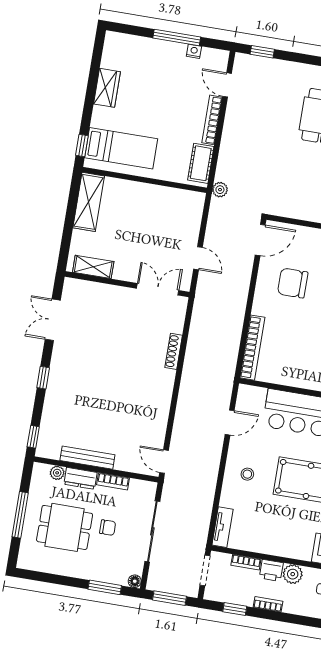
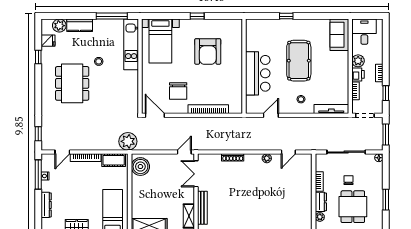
window: (177, 37) -> (38, 174), moved
dresser: (148, 45) -> (46, 205), added
plant: (220, 190) -> (128, 141), width x1.88, depth x1.88
boiler: (184, 204) -> (140, 167), added
door: (198, 258) -> (184, 152), moved
bookcase: (252, 348) -> (208, 109), moved
plant: (163, 405) -> (267, 158), added
door: (230, 422) -> (271, 115), hinge flipped
bench: (87, 458) -> (202, 208), moved
door: (164, 462) -> (288, 152), moved
tv unit: (222, 527) -> (331, 109), width x1.41
window: (105, 587) -> (386, 200), moved

